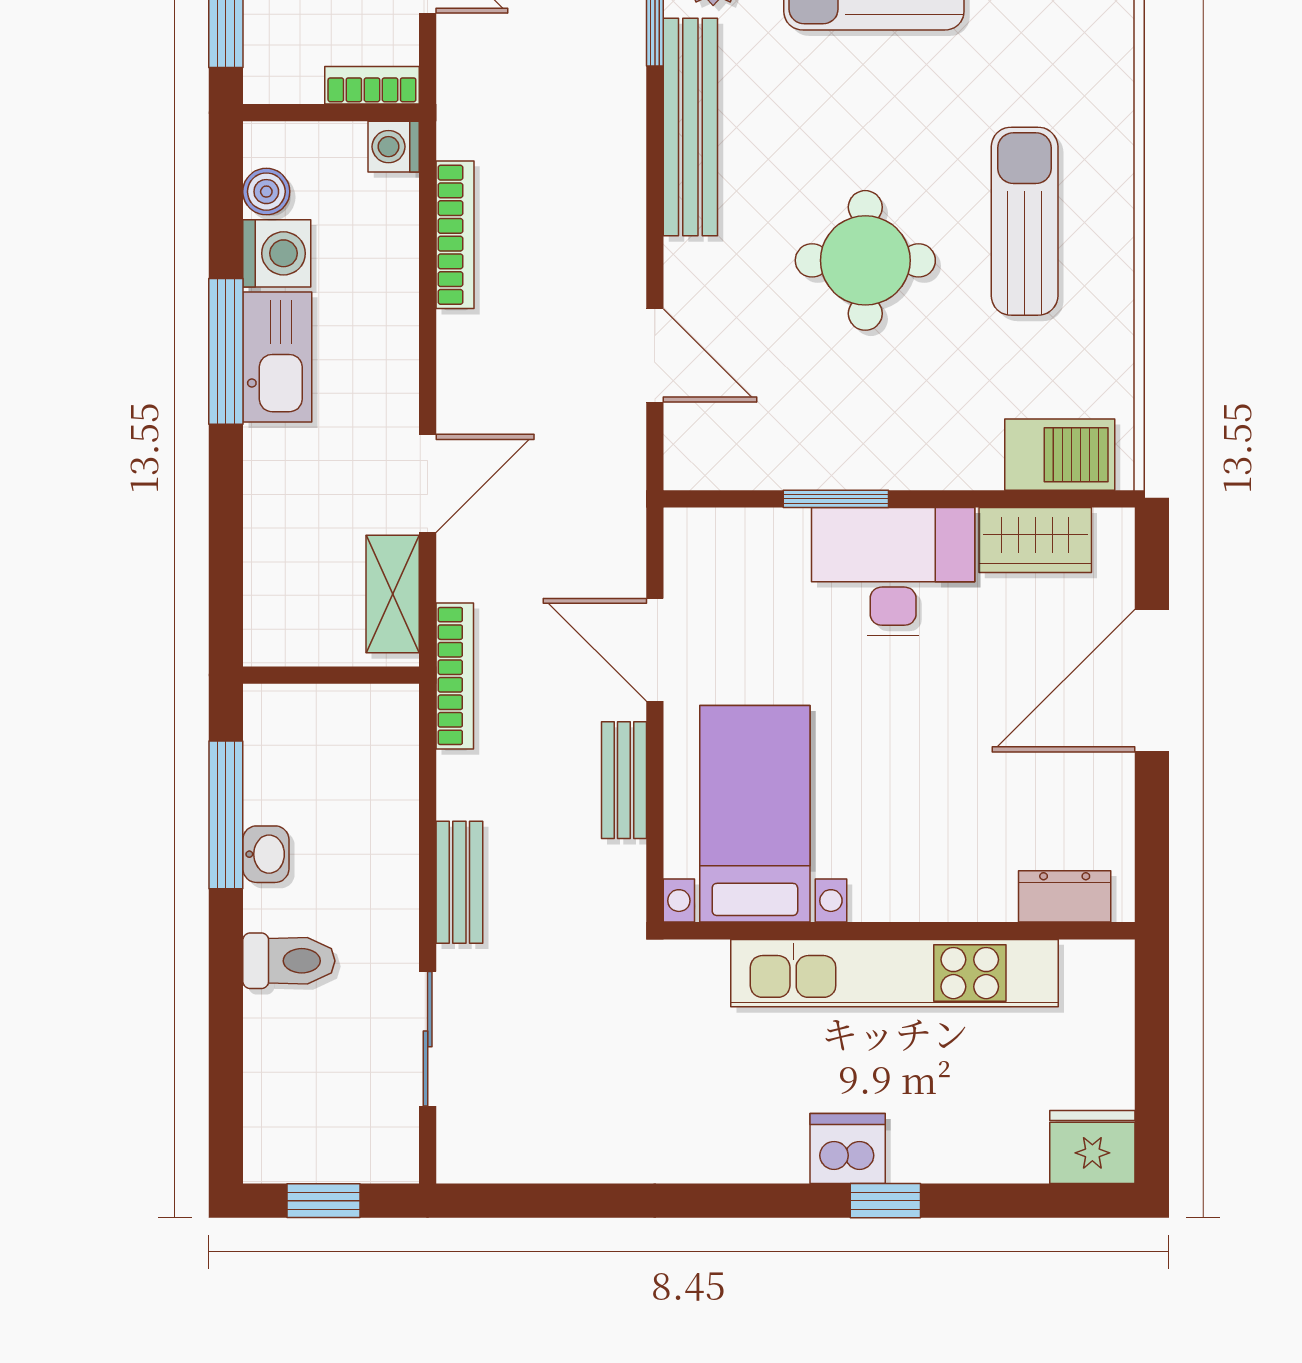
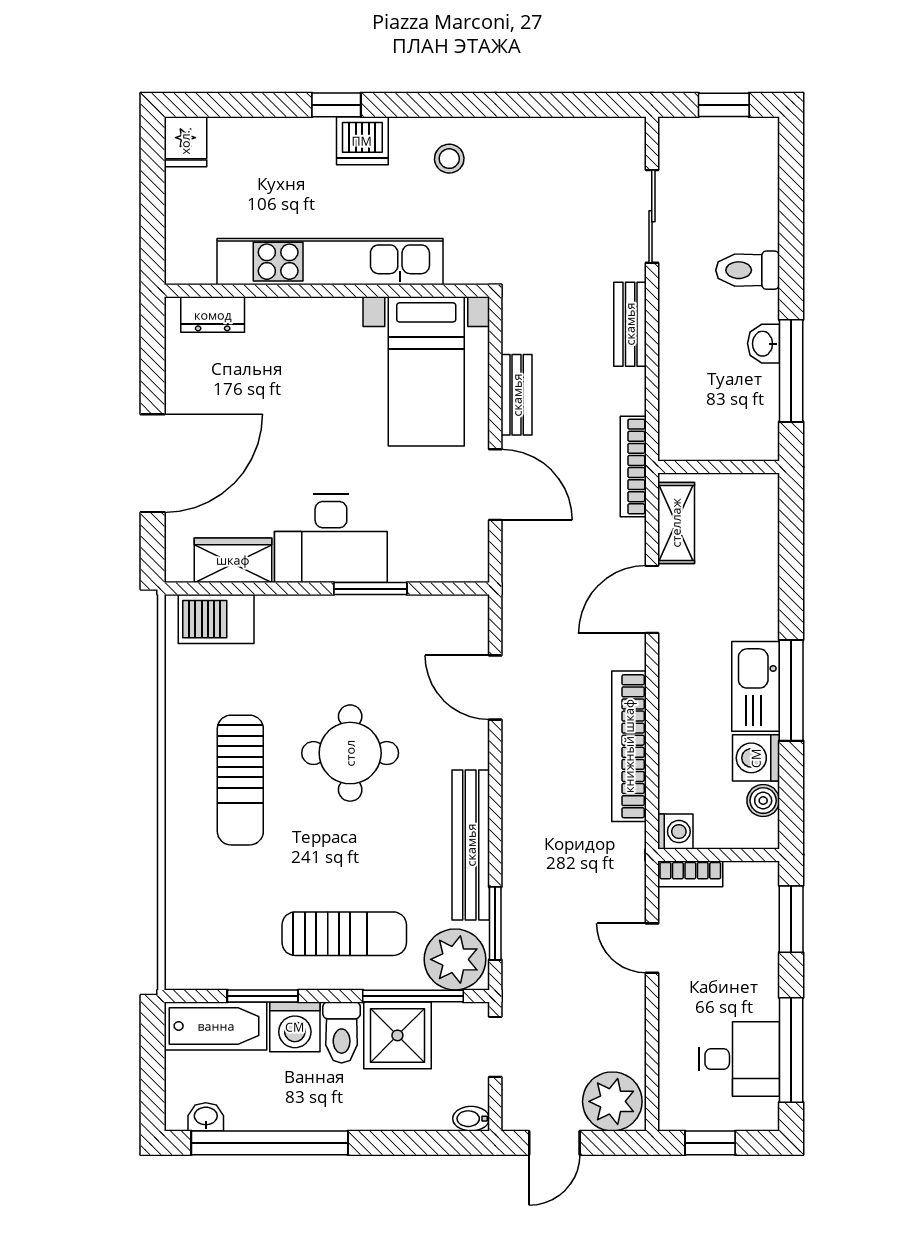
bookcase: (455, 235) -> (629, 746), width x1.48, depth x1.31
stool: (722, 1123) -> (449, 159), added
fridge: (1092, 1147) -> (185, 142), width x0.72

